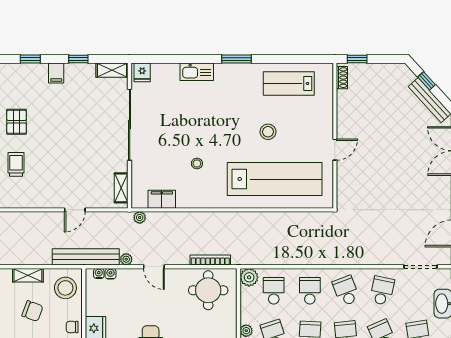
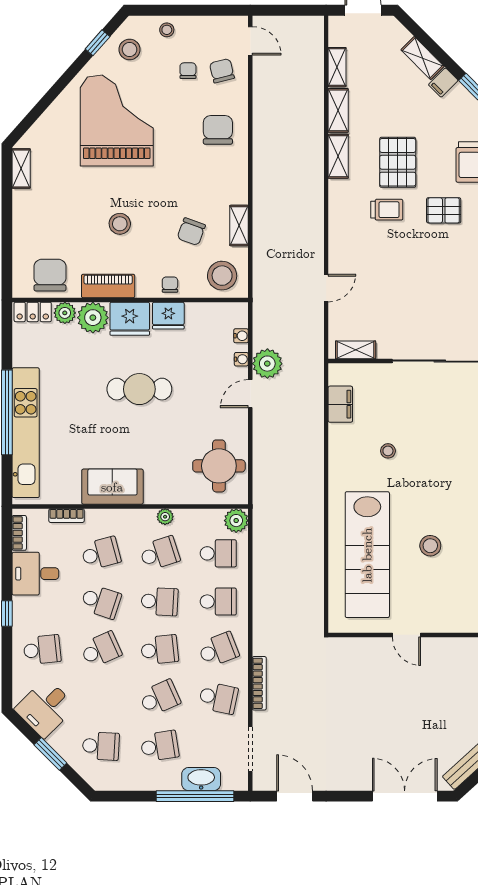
door: (75, 210) -> (326, 288), swing flipped
plant: (140, 217) -> (316, 375), removed
bench: (86, 257) -> (263, 303), removed
plant: (126, 259) -> (267, 364), width x1.88, depth x1.88
bookcase: (210, 260) -> (259, 683), moved
water cooler: (99, 273) -> (241, 359), moved

